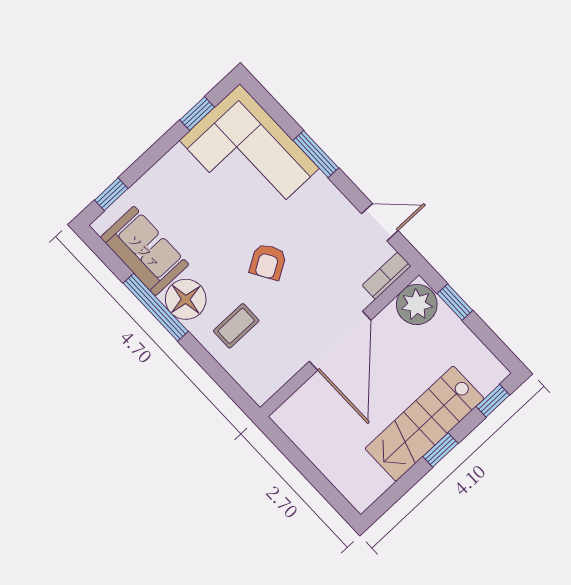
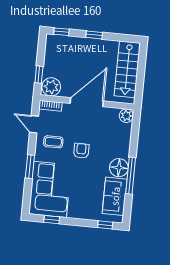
armchair: (268, 262) -> (81, 151), turned -59
coffee table: (236, 326) -> (53, 142), moved
plant: (261, 387) -> (126, 116), added
stairs: (425, 424) -> (127, 69), moved, turned 90

